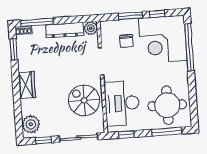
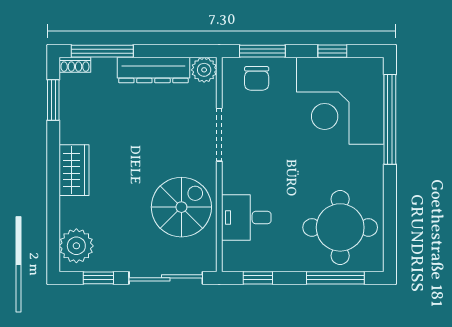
window: (131, 16) -> (262, 51), moved
chair: (126, 41) -> (257, 78), moved
spiral stairs: (84, 100) -> (181, 207), turned 90
desk: (122, 103) -> (246, 218), width x0.53, depth x0.77

